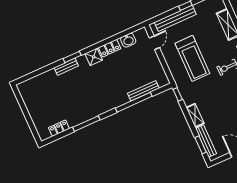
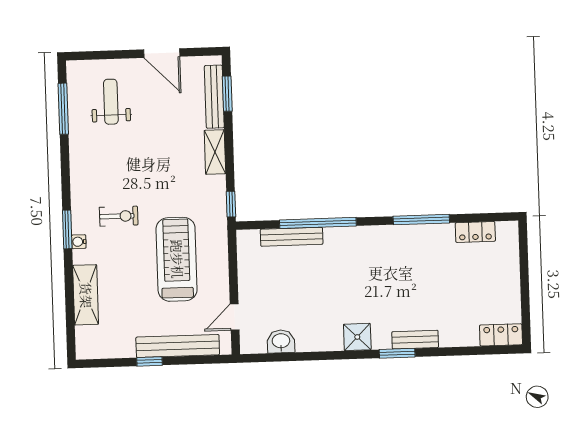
locker: (110, 48) -> (501, 335), moved

